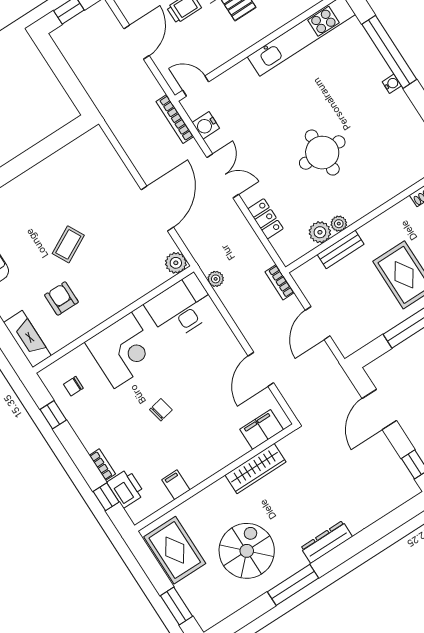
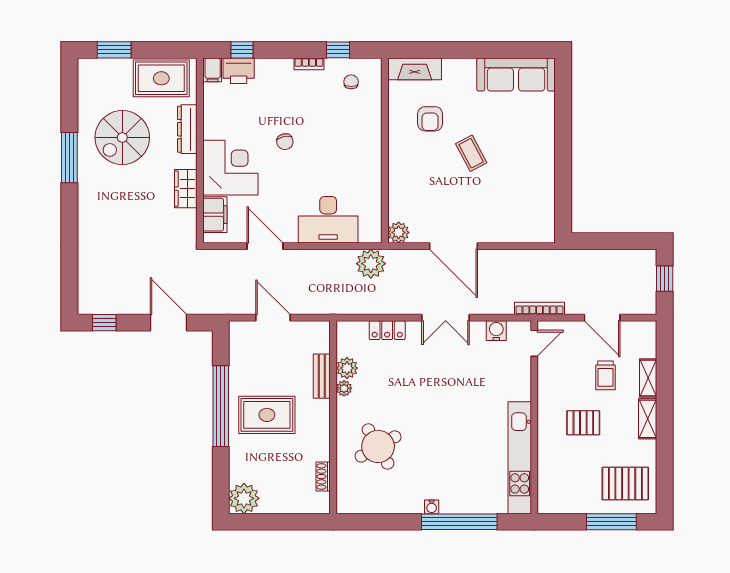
bookcase: (175, 119) -> (540, 308), moved
round table: (322, 153) -> (378, 446), moved, turned -30
plant: (216, 279) -> (371, 264), width x1.87, depth x1.87
bookcase: (280, 282) -> (327, 308), removed
armchair: (61, 298) -> (430, 119), turned 90
desk: (181, 308) -> (328, 220), moved, turned 90
corner desk: (123, 350) -> (230, 168), moved, turned 180
bookcase: (102, 465) -> (309, 64), moved
wardrobe: (255, 469) -> (186, 189), width x0.67
filing cabinet: (176, 485) -> (213, 70), moved, turned 90
dresser: (327, 542) -> (187, 129), moved, turned 180
spiral stairs: (247, 551) -> (122, 137), turned 90

